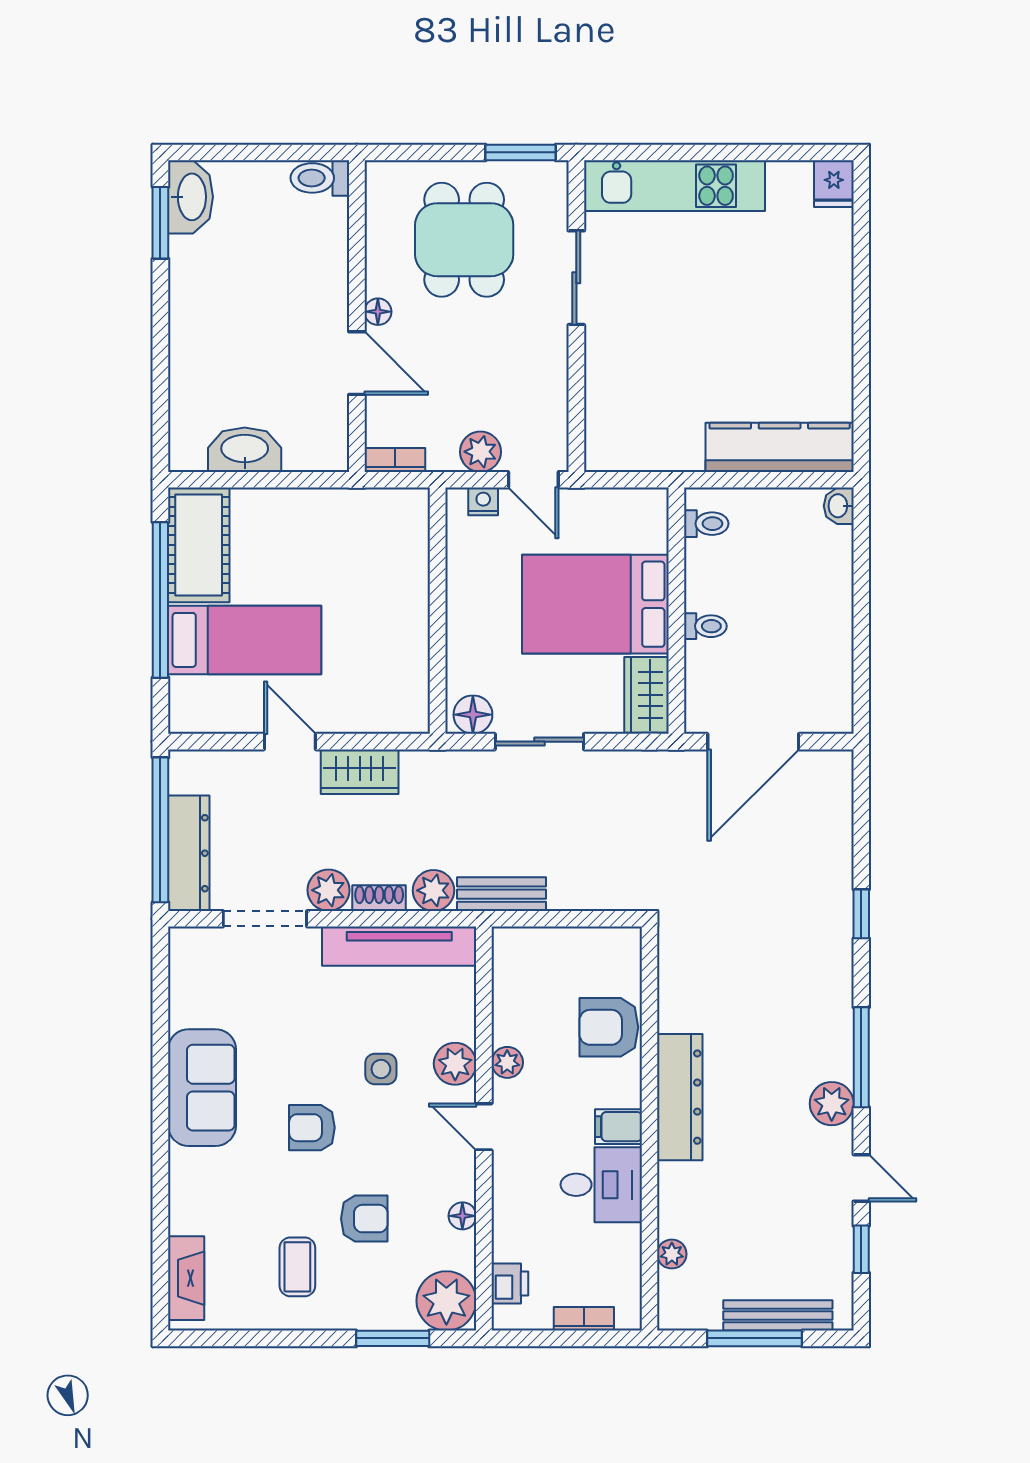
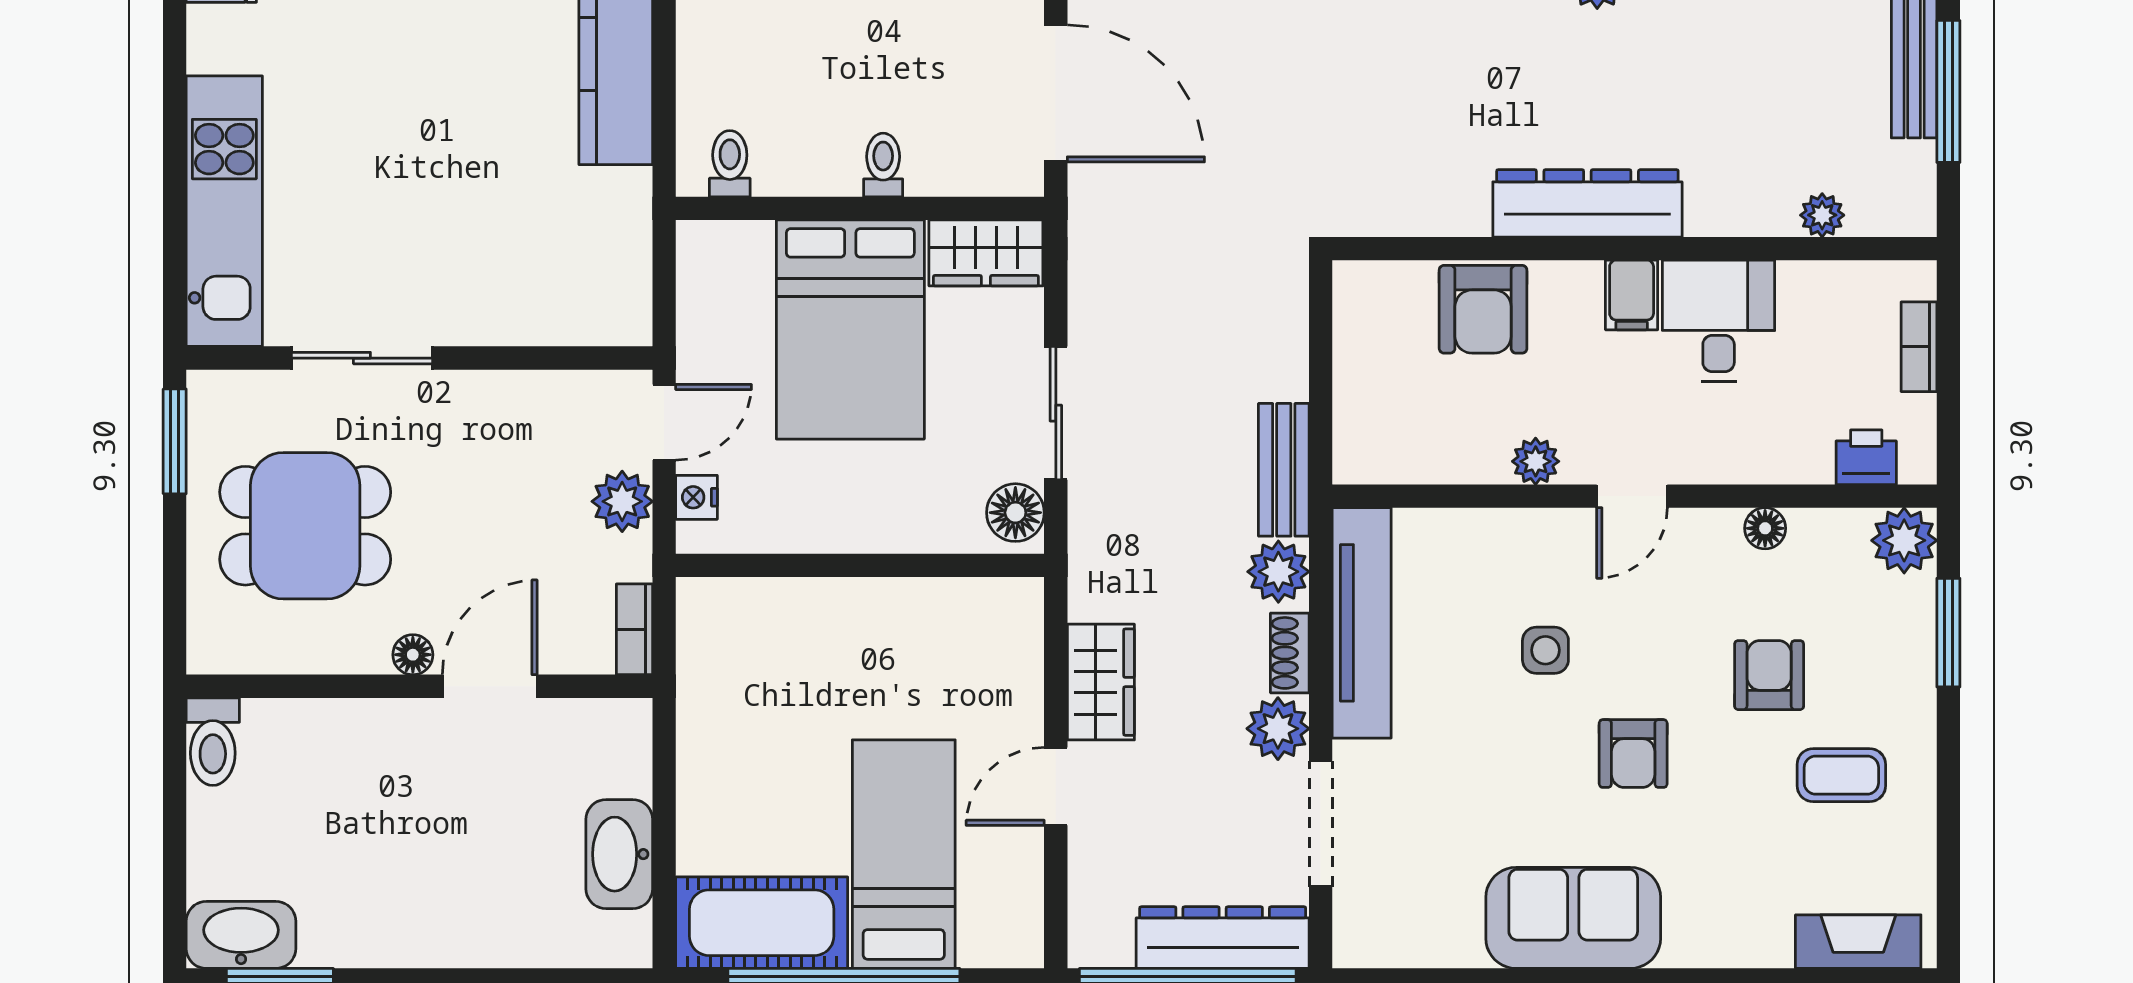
plant: (455, 1064) -> (1538, 539), removed
plant: (446, 1301) -> (1904, 540), width x0.73, depth x0.73

